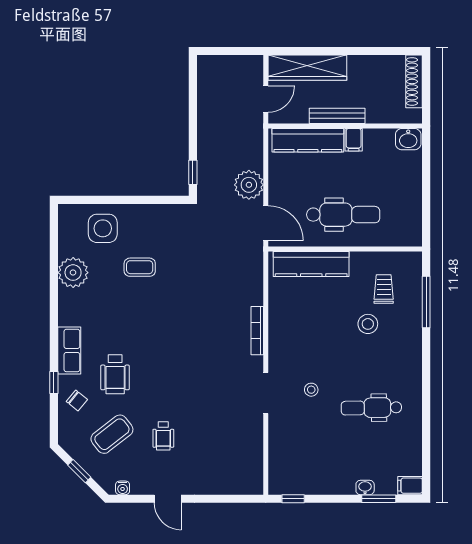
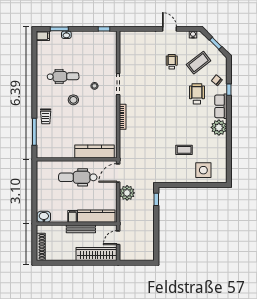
door: (266, 223) -> (118, 173), hinge flipped
plant: (73, 273) -> (219, 127), moved
trolley: (384, 289) -> (46, 116), moved
stool: (368, 324) -> (73, 100), moved

